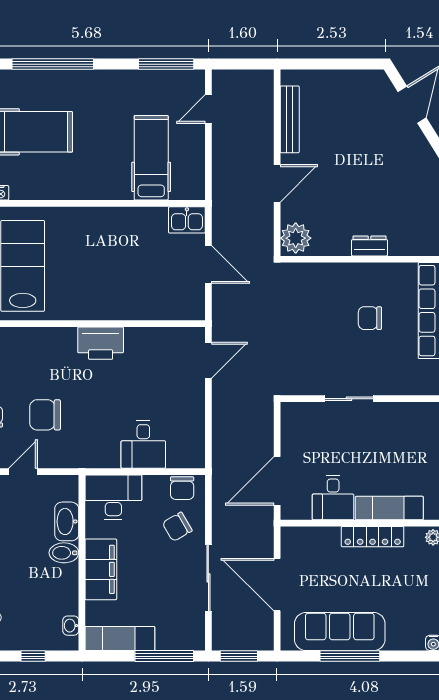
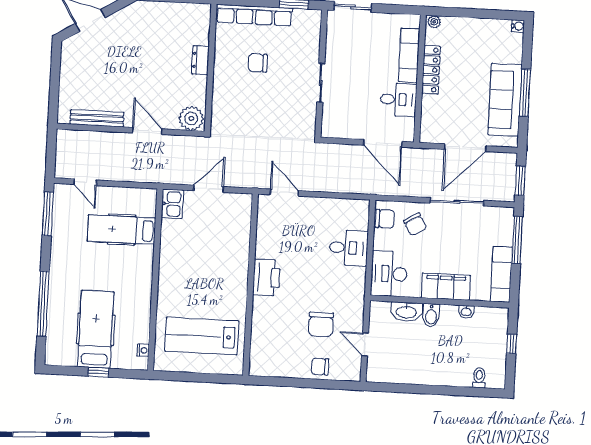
chair: (370, 318) -> (258, 63), turned 90
washbasin: (71, 626) -> (466, 312), moved

